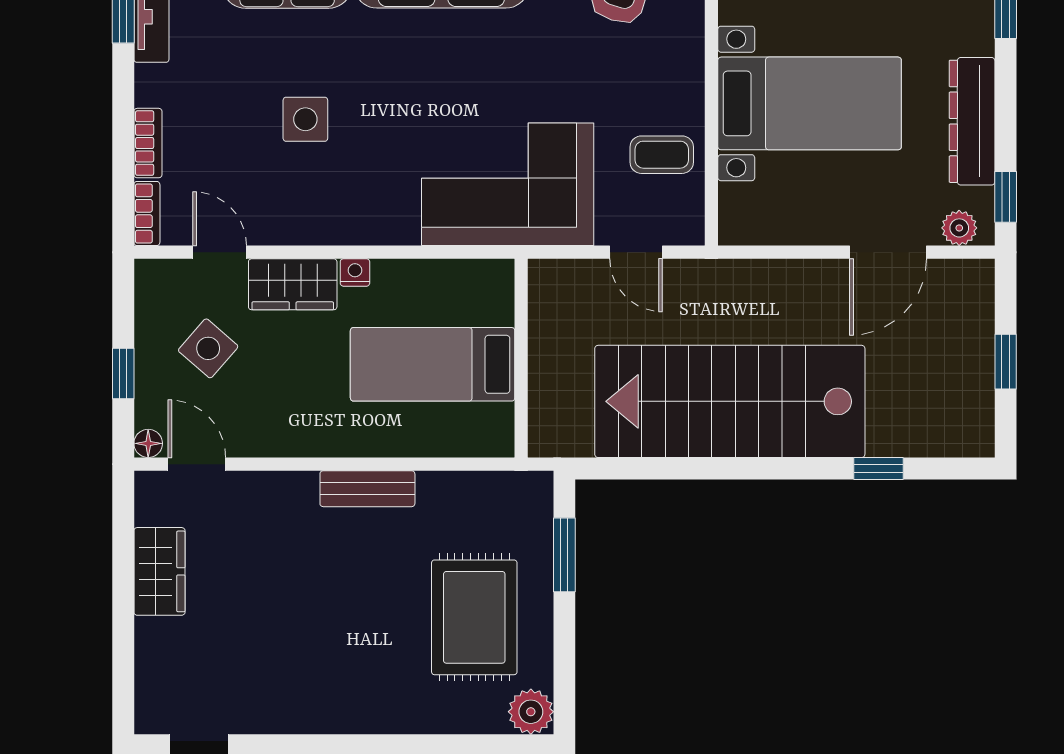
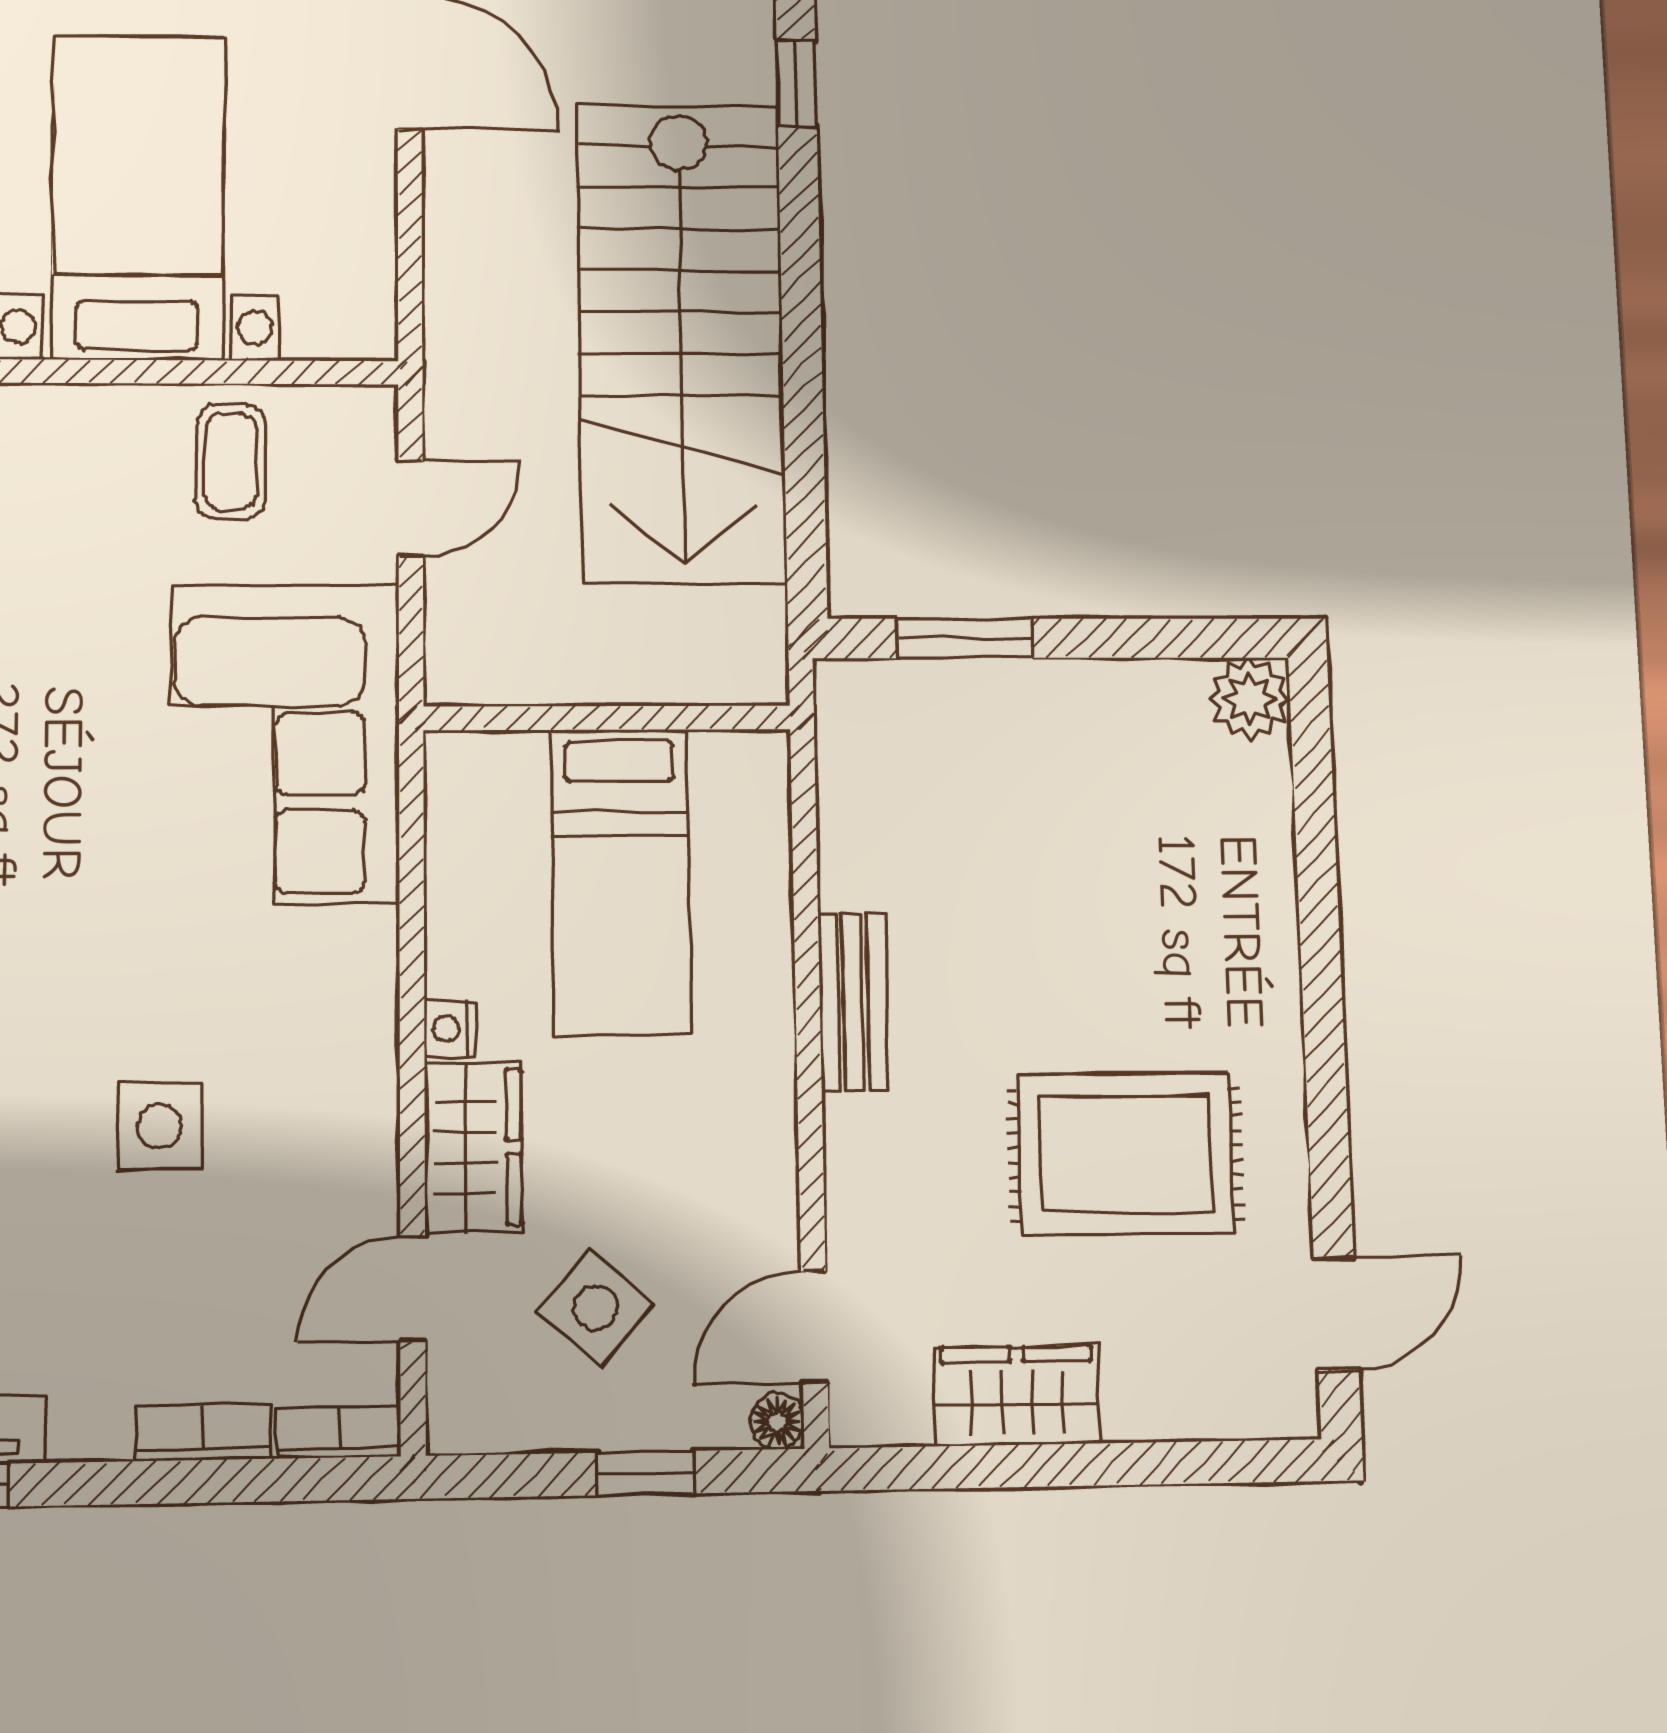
rug: (474, 617) -> (1126, 1154), moved

